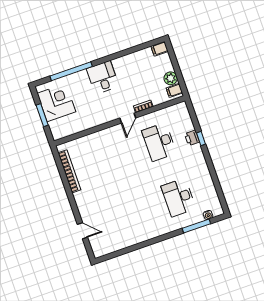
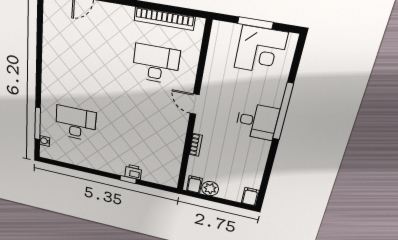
window: (71, 71) -> (283, 112), moved
door: (128, 118) -> (195, 104), moved
desk: (159, 142) -> (156, 64), moved

